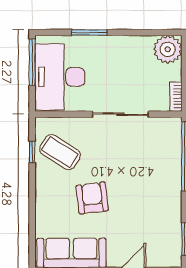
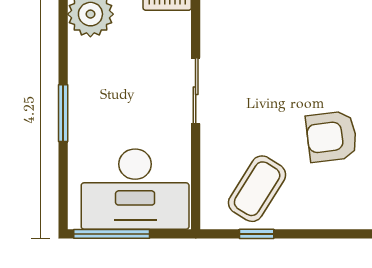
window: (89, 33) -> (63, 113), moved
sliding door: (120, 114) -> (196, 91), width x0.73

